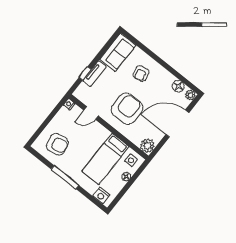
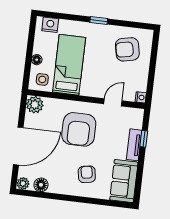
window: (65, 177) -> (99, 21), width x0.46

